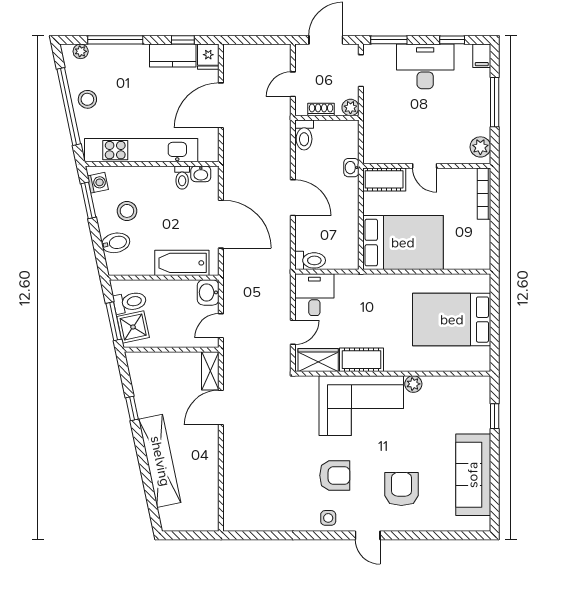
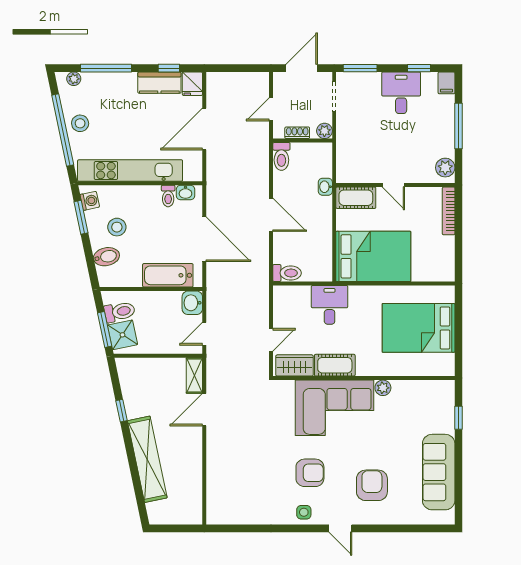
desk: (425, 66) -> (401, 93), width x0.73
desk: (314, 295) -> (330, 305), moved

